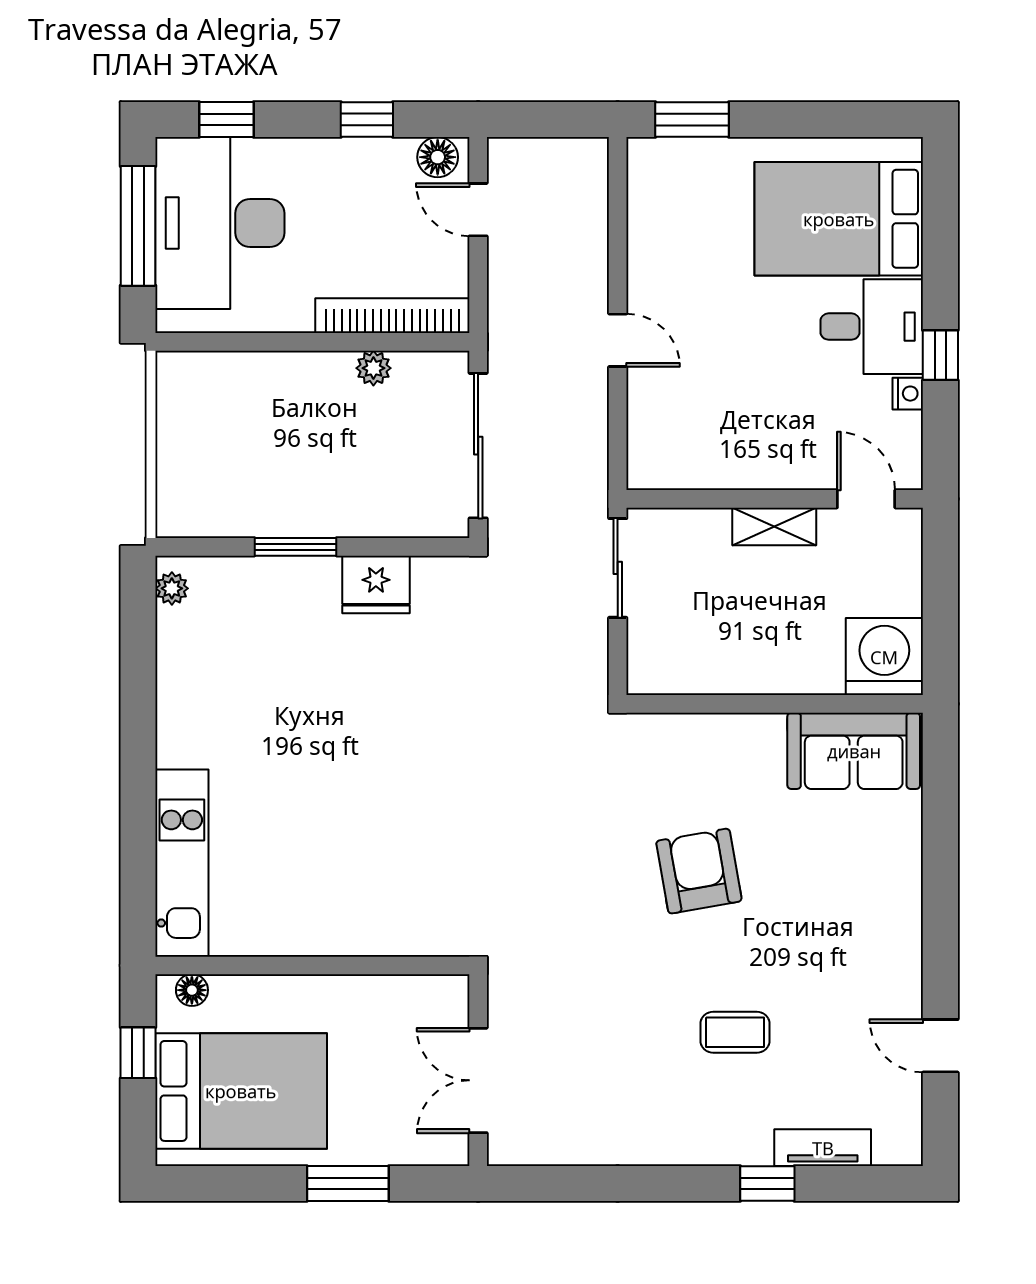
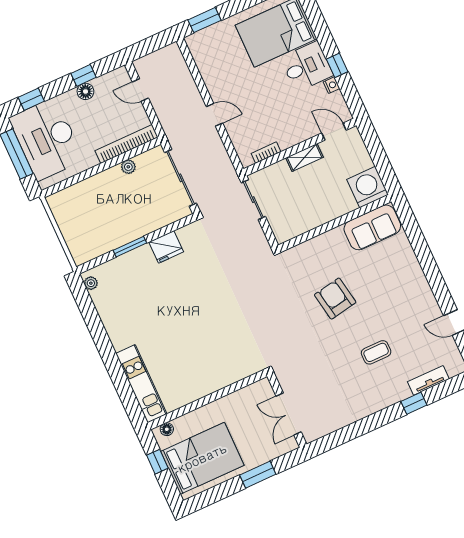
floor lamp: (438, 157) -> (85, 91), moved
bookcase: (694, 477) -> (266, 153), added

